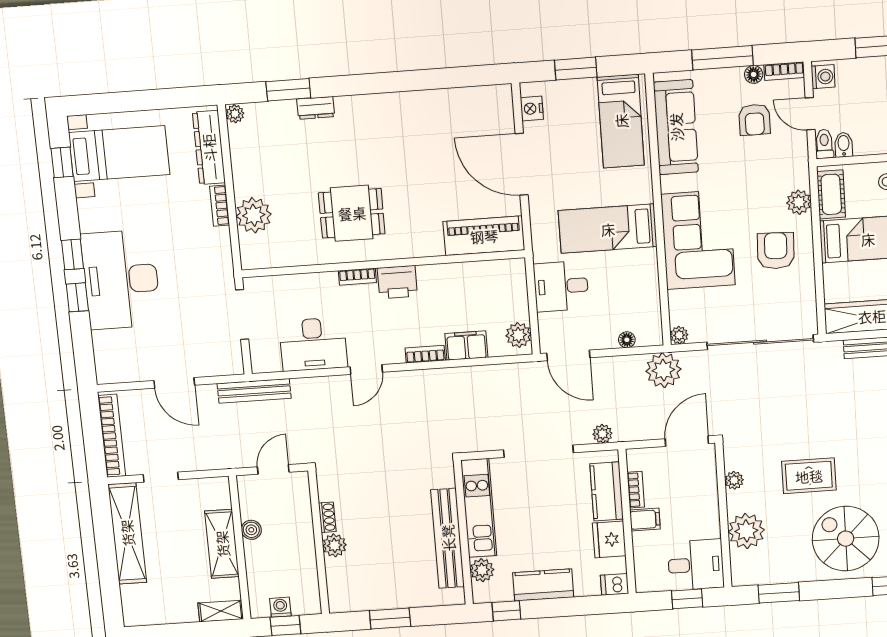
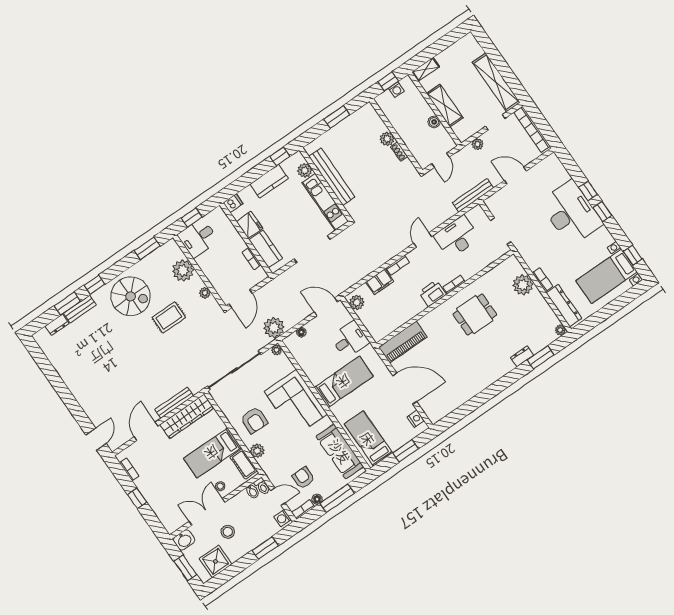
plant: (602, 434) -> (478, 144), moved
filing cabinet: (645, 520) -> (238, 246), removed

